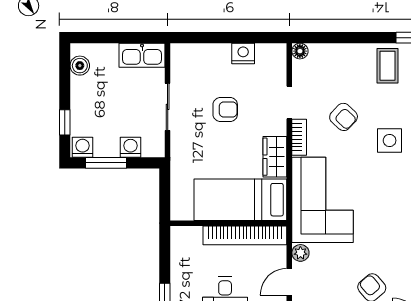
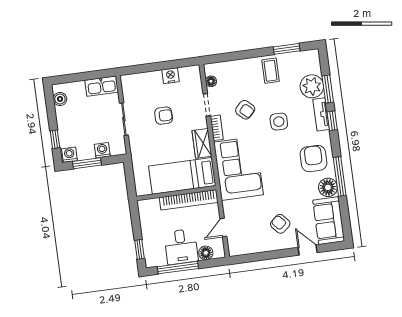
floor lamp: (300, 51) -> (211, 81), moved
plant: (300, 253) -> (228, 207), removed

